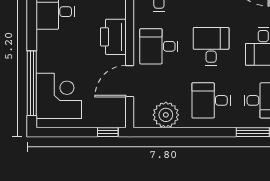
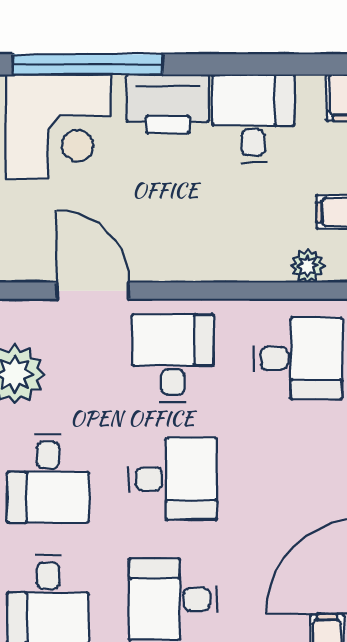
printer: (113, 37) -> (168, 104), moved, turned 180
desk: (211, 100) -> (48, 479), turned 180

